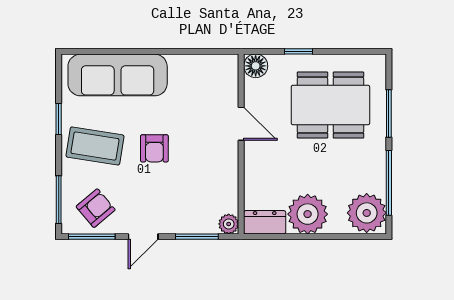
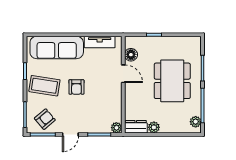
tv unit: (198, 65) -> (100, 42), added
floor lamp: (256, 66) -> (131, 55), moved
dining table: (330, 105) -> (172, 81), moved, turned 90
plant: (367, 213) -> (196, 122), width x0.53, depth x0.53
plant: (308, 214) -> (154, 127), width x0.53, depth x0.53

